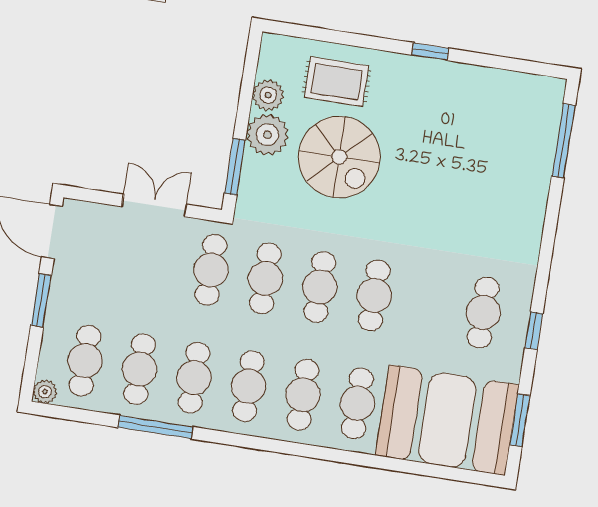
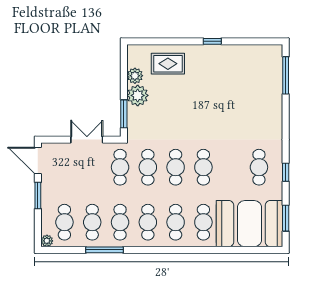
spiral stairs: (339, 157) -> (175, 101), removed

